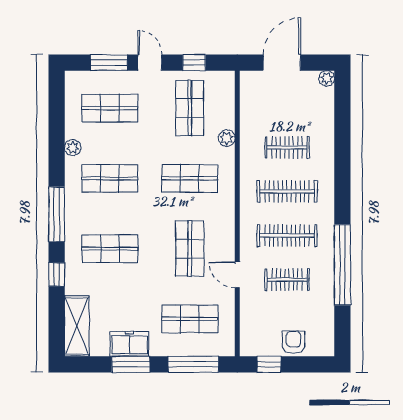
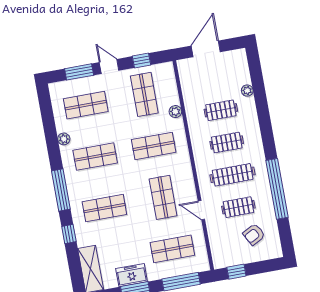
plant: (327, 78) -> (247, 91), moved
clothes rail: (287, 191) -> (227, 143), width x0.73
armchair: (293, 342) -> (254, 234), moved, turned -118

